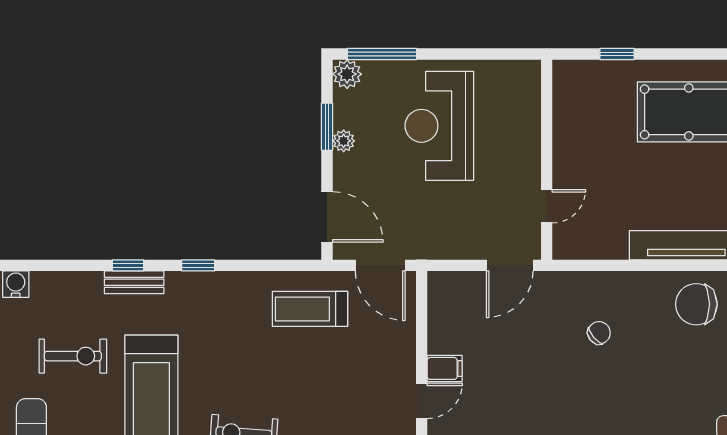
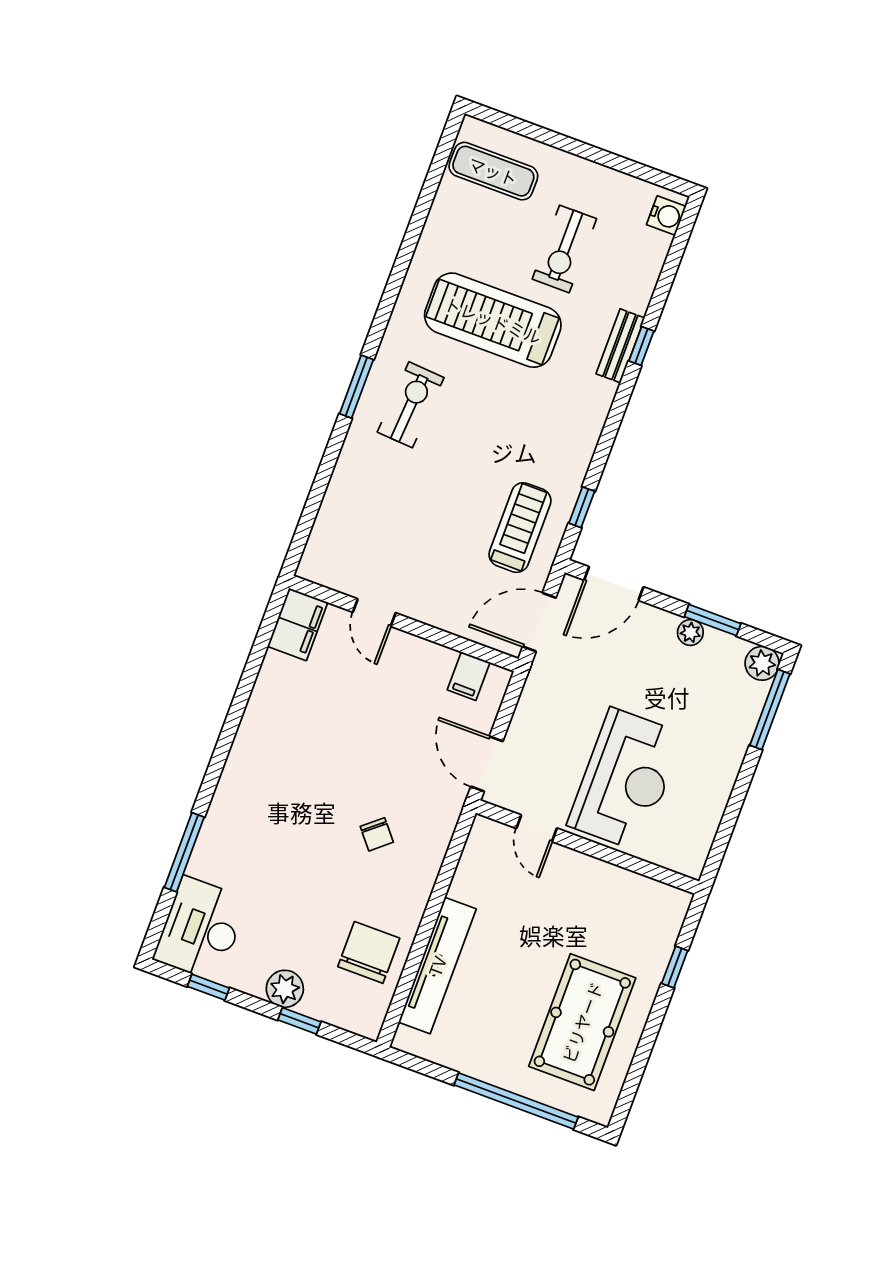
reception desk: (439, 126) -> (625, 780), moved, turned 90
window: (198, 265) -> (582, 507), moved
filing cabinet: (445, 368) -> (469, 676), moved

